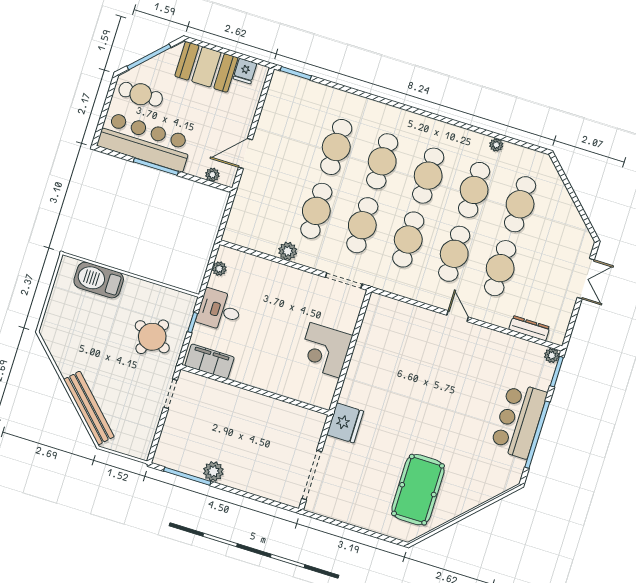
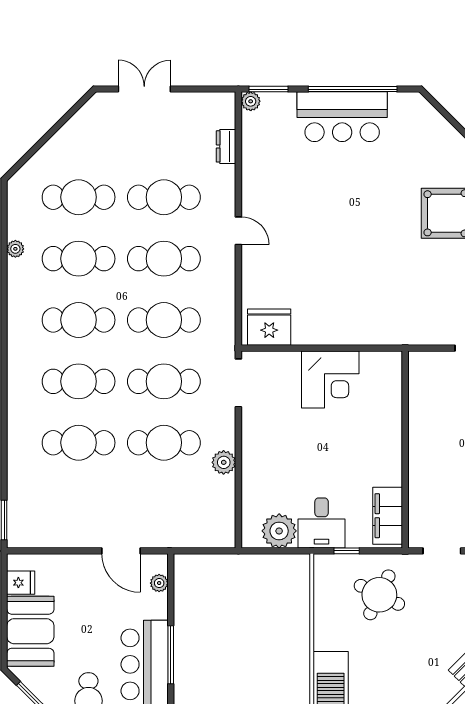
plant: (219, 269) -> (279, 531), width x1.88, depth x1.88
door: (458, 316) -> (238, 231), swing flipped
dresser: (529, 328) -> (226, 146), width x0.70
fridge: (345, 423) -> (269, 327), moved

